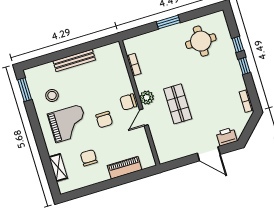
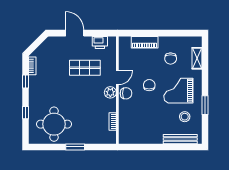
round table: (201, 41) -> (54, 124), width x1.36, depth x1.36
bench: (74, 60) -> (180, 139), moved
window: (244, 66) -> (26, 82), moved
window: (25, 90) -> (205, 105), moved
shop shelf: (178, 104) -> (85, 68), moved, turned 90
printer: (227, 137) -> (100, 42), moved

